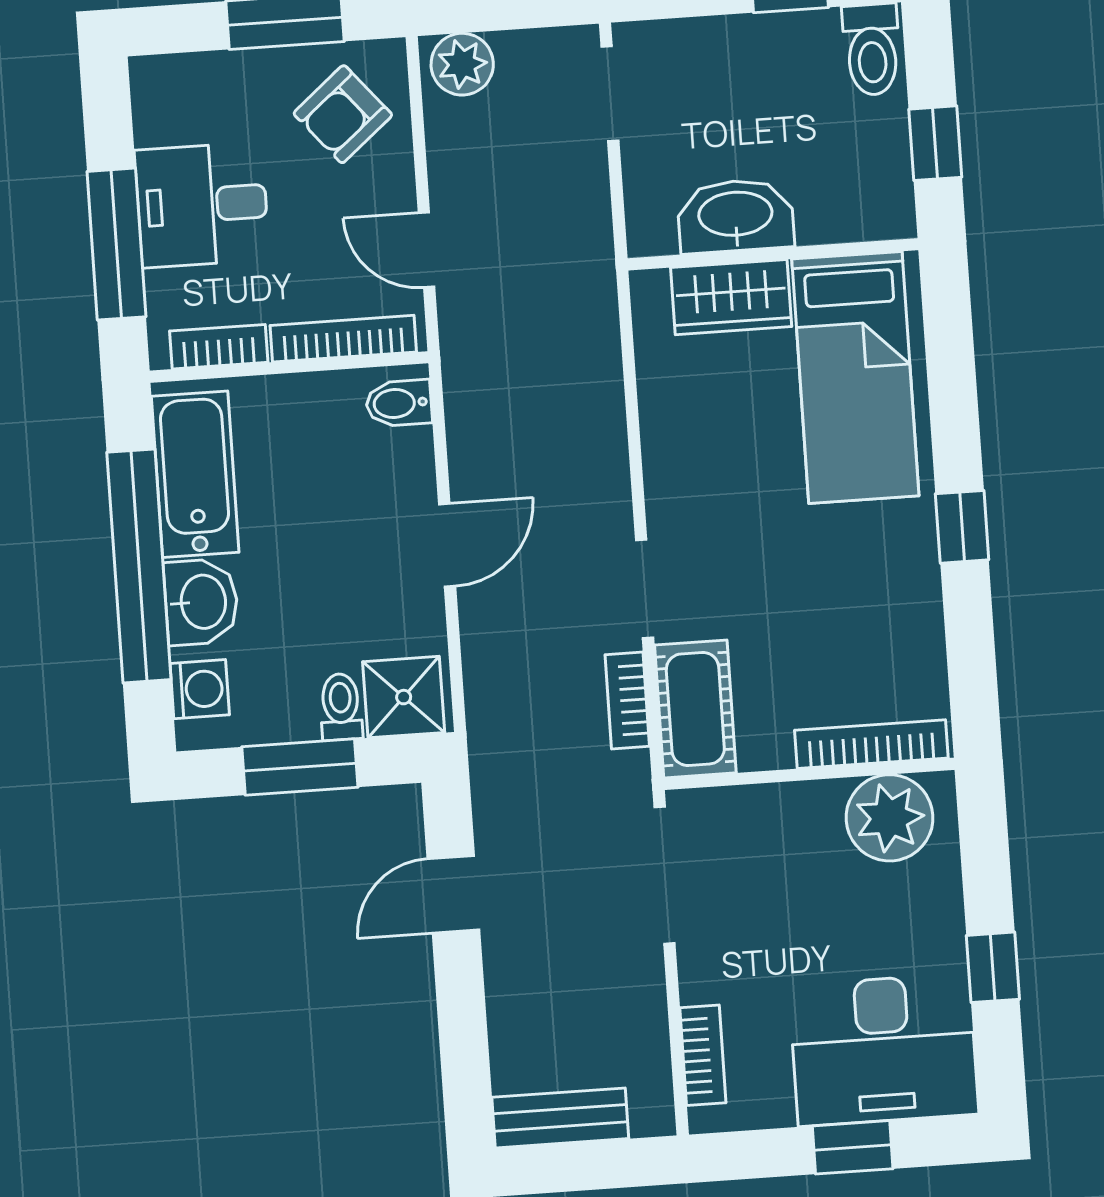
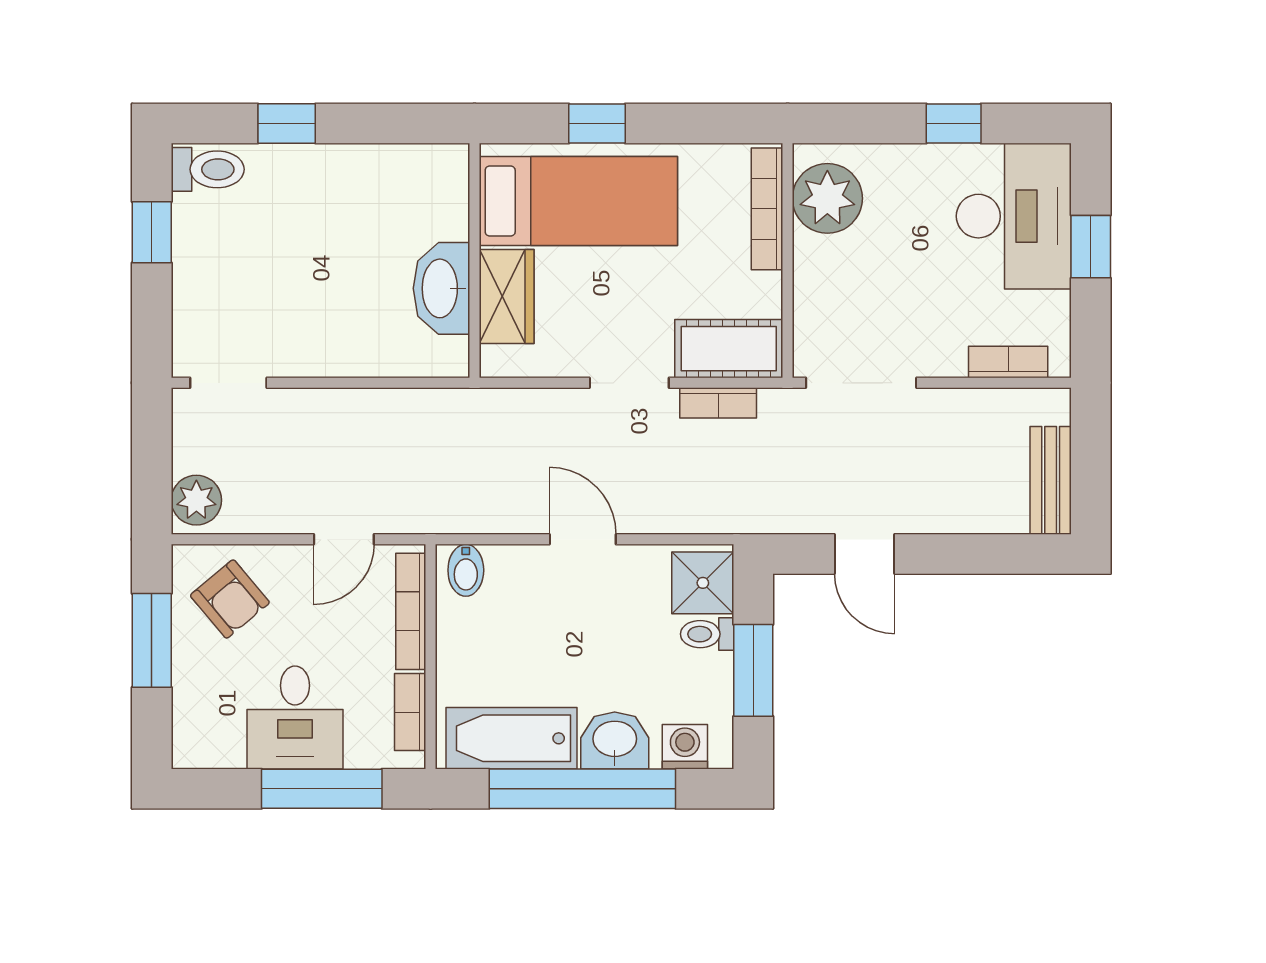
washbasin: (736, 216) -> (441, 288), moved
wall: (773, 254) -> (475, 260), moved
wardrobe: (731, 297) -> (507, 297), moved
bed: (855, 377) -> (578, 201), moved

